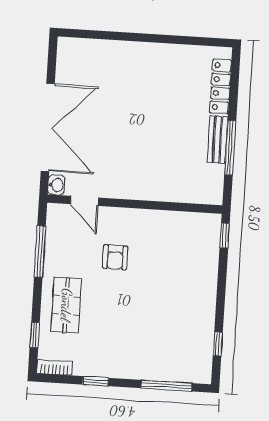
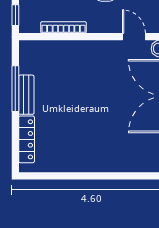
bookcase: (168, 217) -> (64, 27), added

